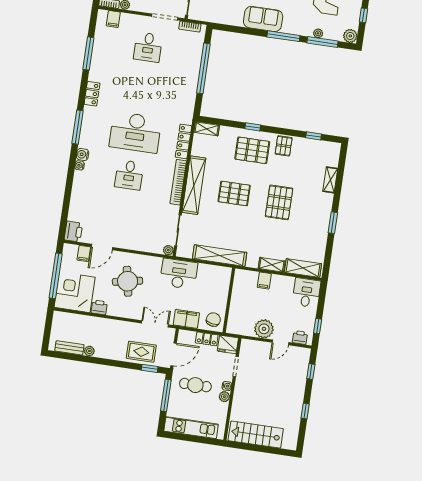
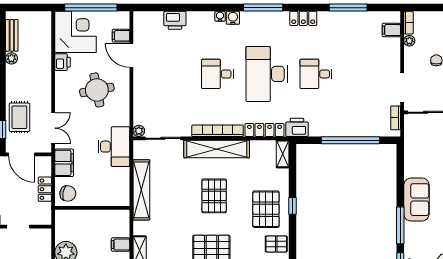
desk: (148, 47) -> (316, 74), moved
printer: (185, 113) -> (297, 127), added
printer: (73, 232) -> (175, 20), moved
fridge: (228, 344) -> (42, 214), removed

